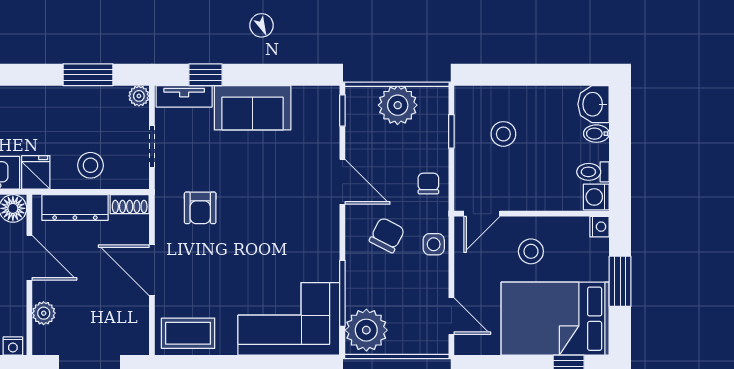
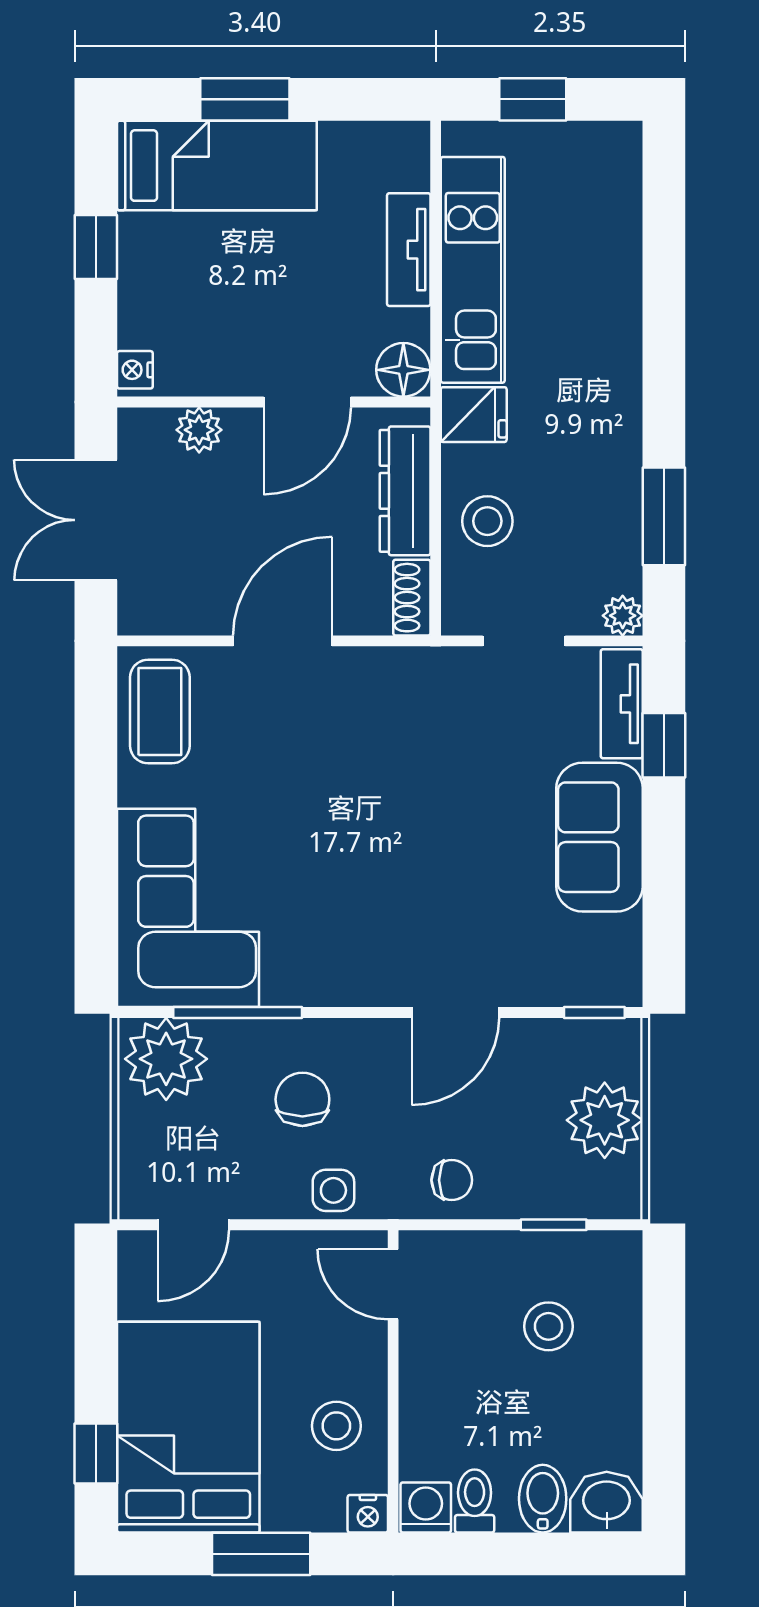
bidet: (596, 134) -> (543, 1499), width x1.38, depth x1.36
armchair: (200, 208) -> (404, 735), removed
chair: (387, 235) -> (302, 1099), moved, turned -117
stool: (531, 251) -> (336, 1426), moved

